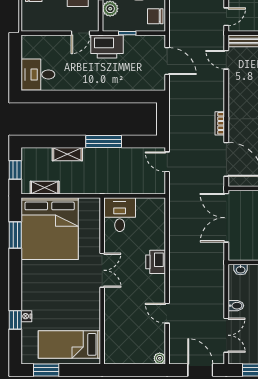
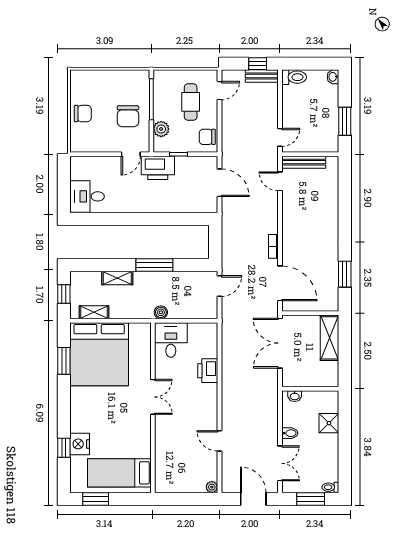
door: (167, 162) -> (219, 286), swing flipped
boiler: (110, 188) -> (161, 312), added
printer: (156, 262) -> (208, 371), moved
nightstand: (26, 316) -> (80, 444), width x1.89, depth x1.79

